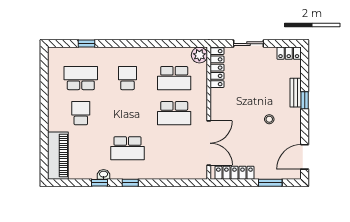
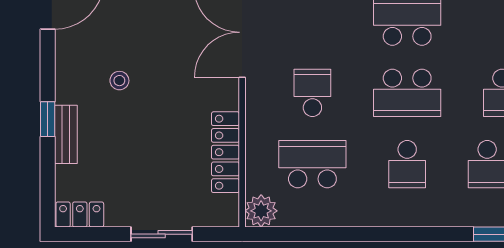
locker: (217, 68) -> (225, 152), moved
school desk: (127, 113) -> (407, 93), added
school desk: (174, 113) -> (312, 93), width x0.54

